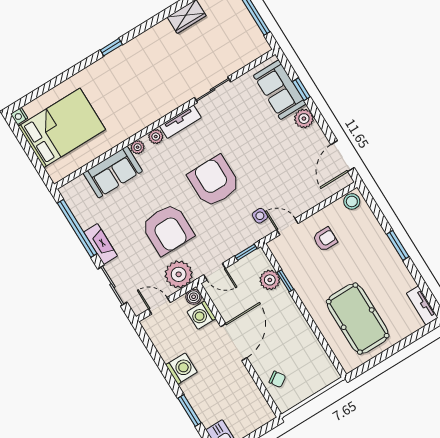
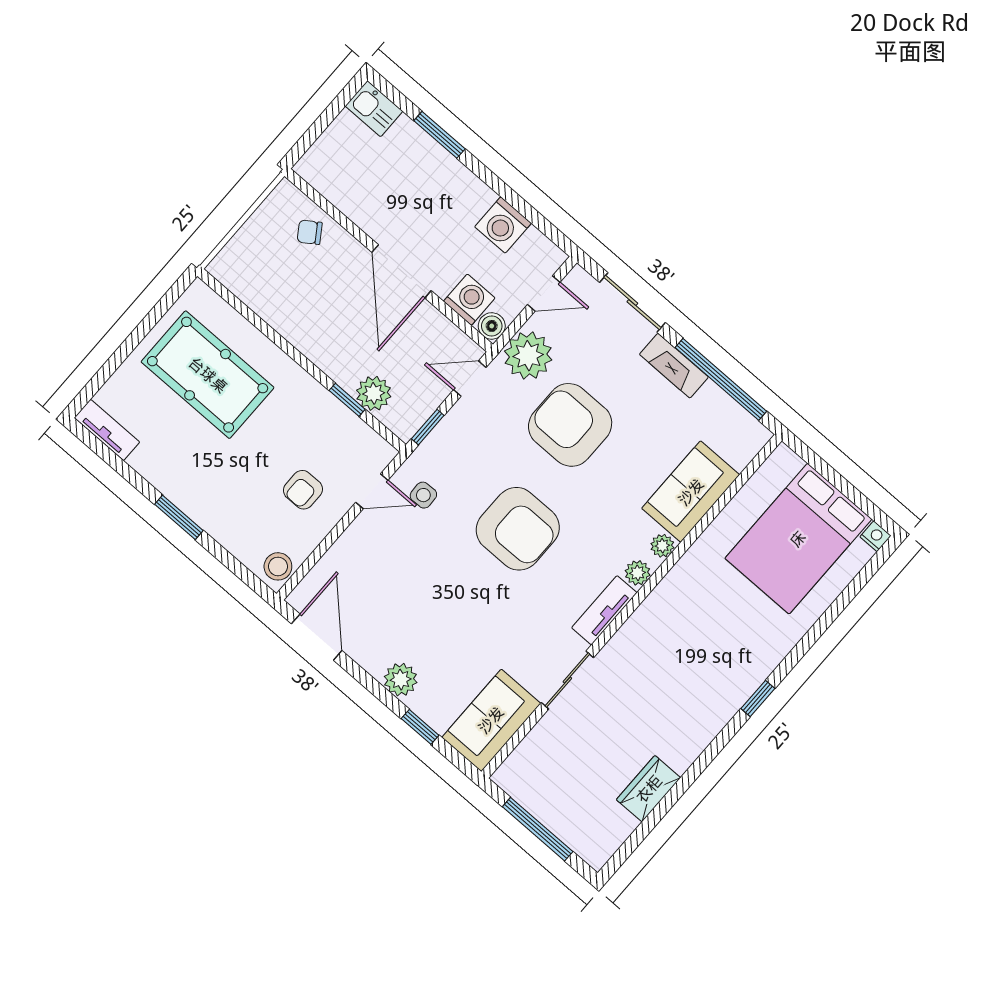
sofa: (280, 90) -> (491, 720), moved, turned -90
washing machine: (181, 369) -> (503, 225), moved

